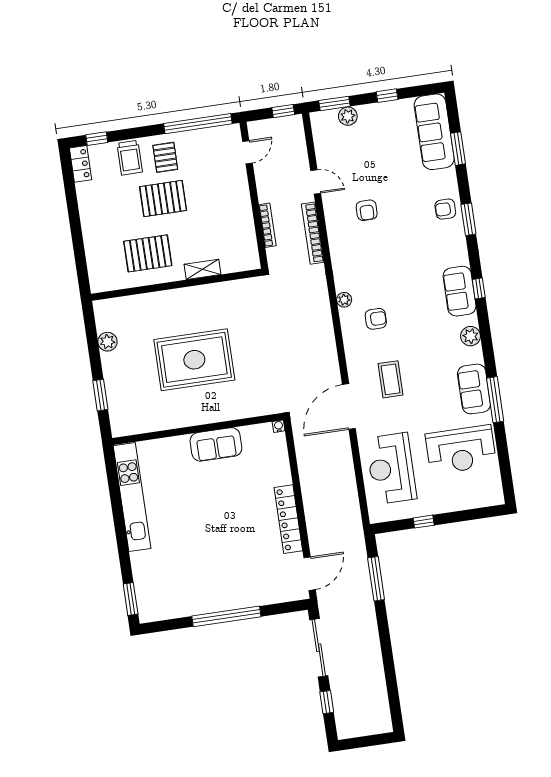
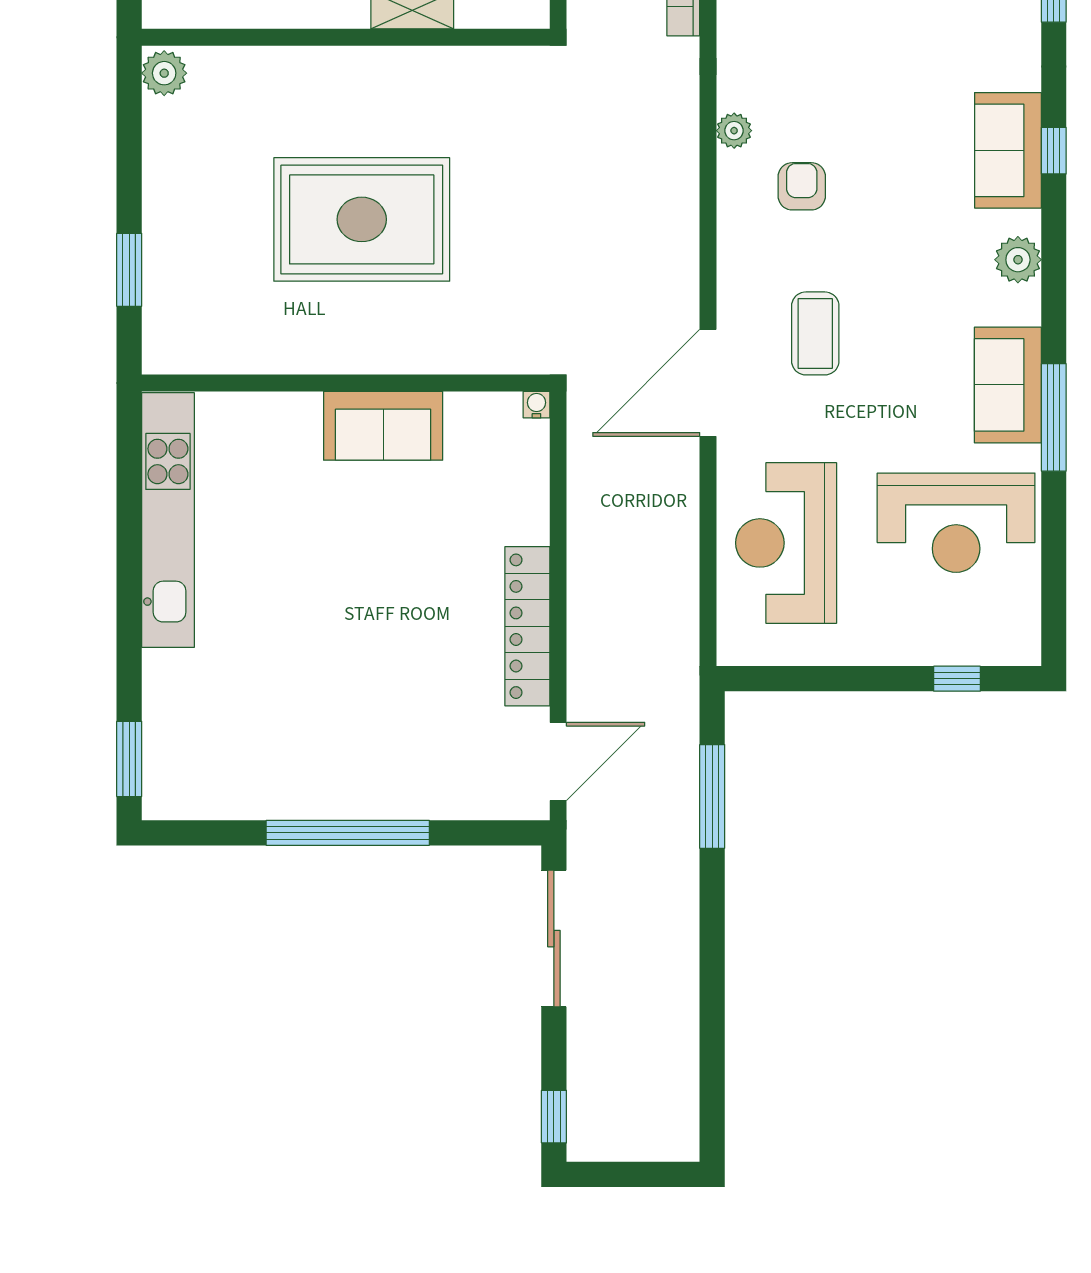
armchair: (376, 319) -> (802, 186), turned -90
plant: (107, 342) -> (164, 73), moved
window: (424, 522) -> (957, 679), moved
window: (327, 702) -> (554, 1117), moved

